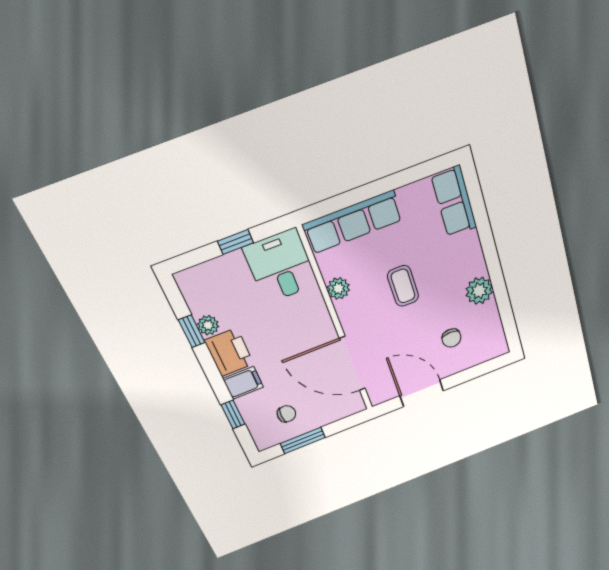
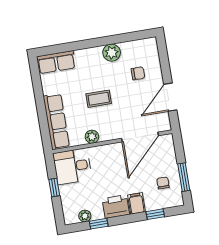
plant: (208, 325) -> (85, 216), moved

